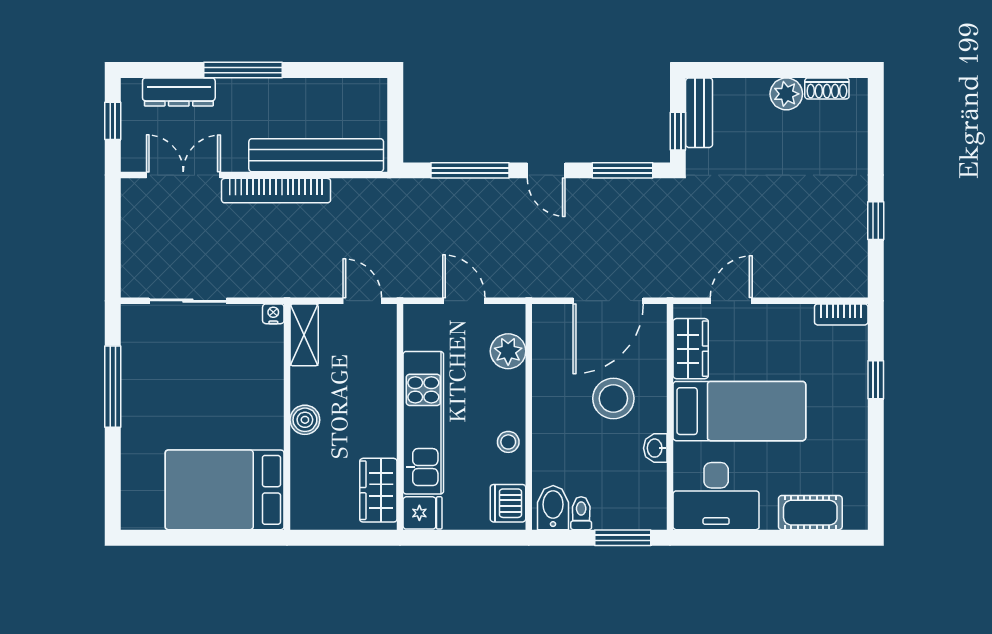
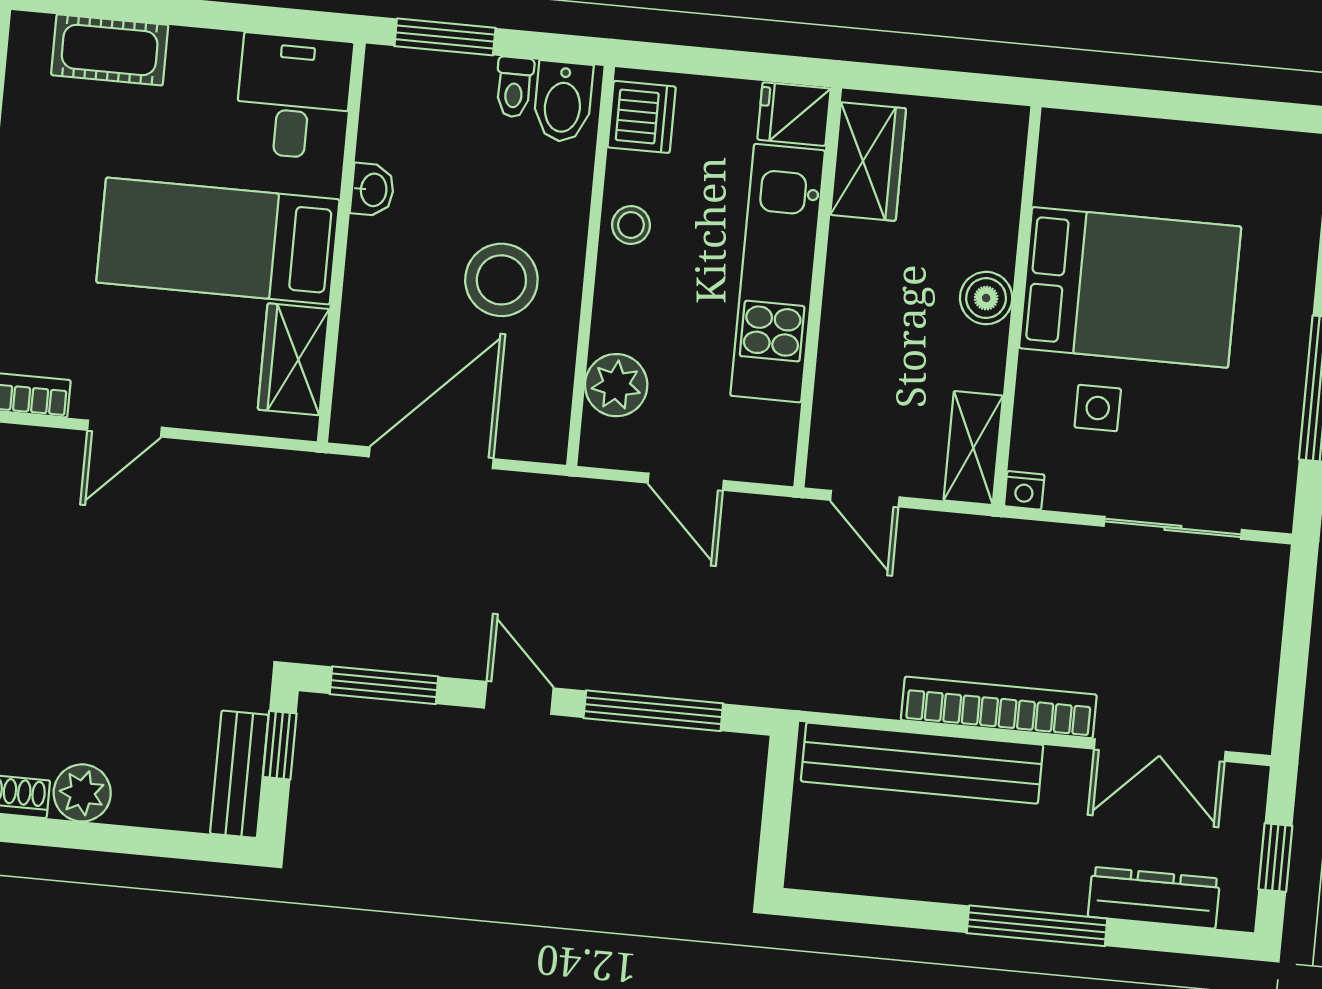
door: (731, 301) -> (125, 429), moved
side table: (236, 364) -> (1098, 408), added
stool: (613, 398) -> (501, 280), moved
bed: (225, 490) -> (1130, 287), moved
desk: (716, 496) -> (294, 97), width x0.73

